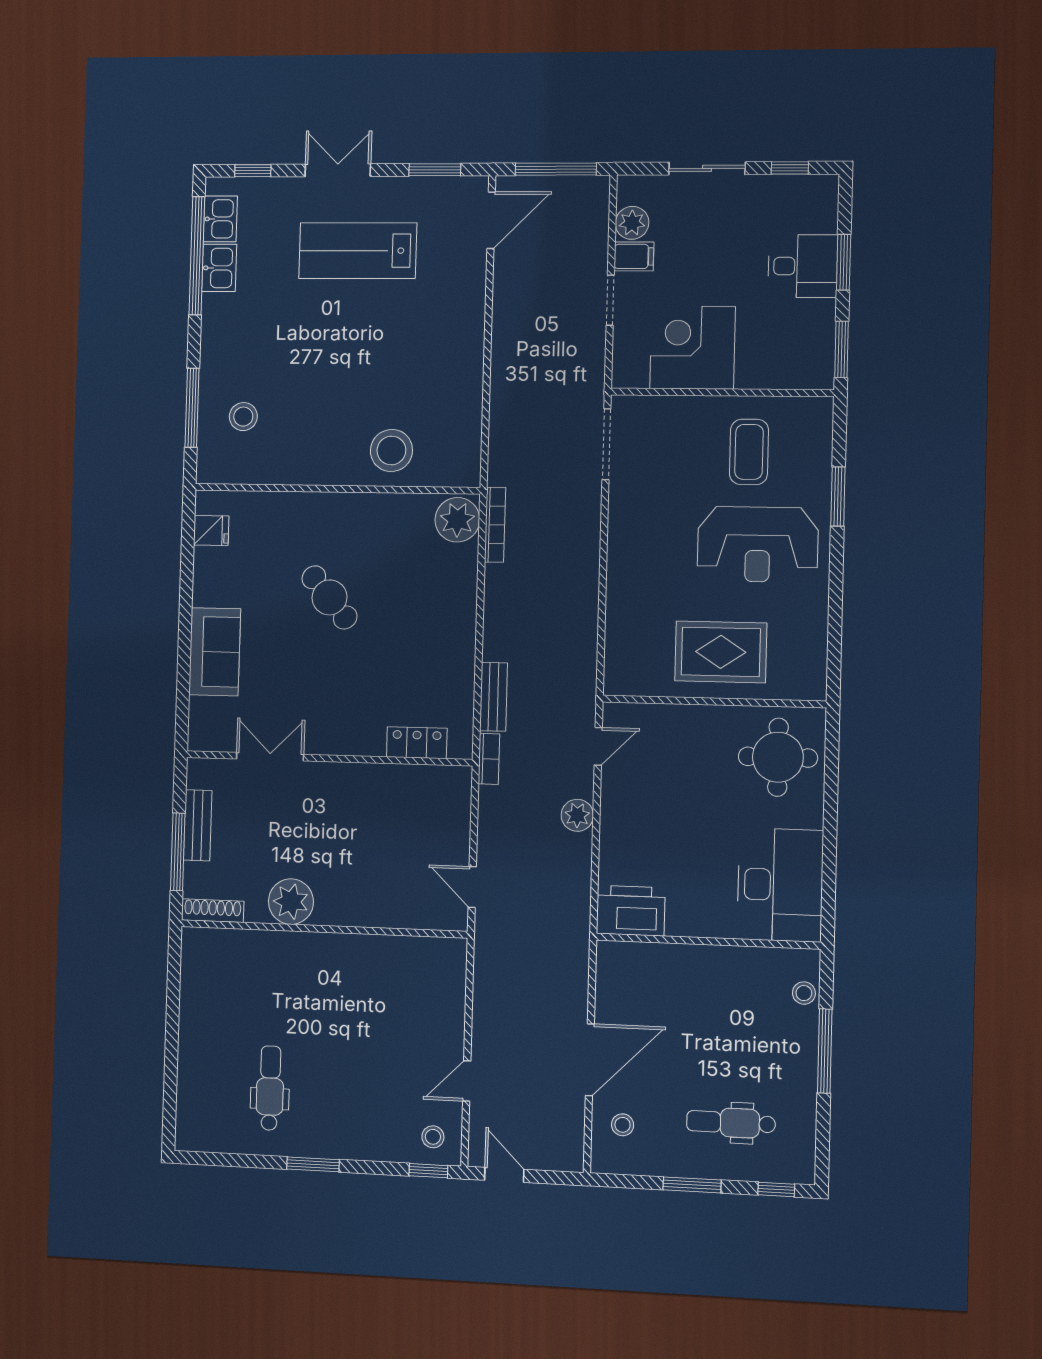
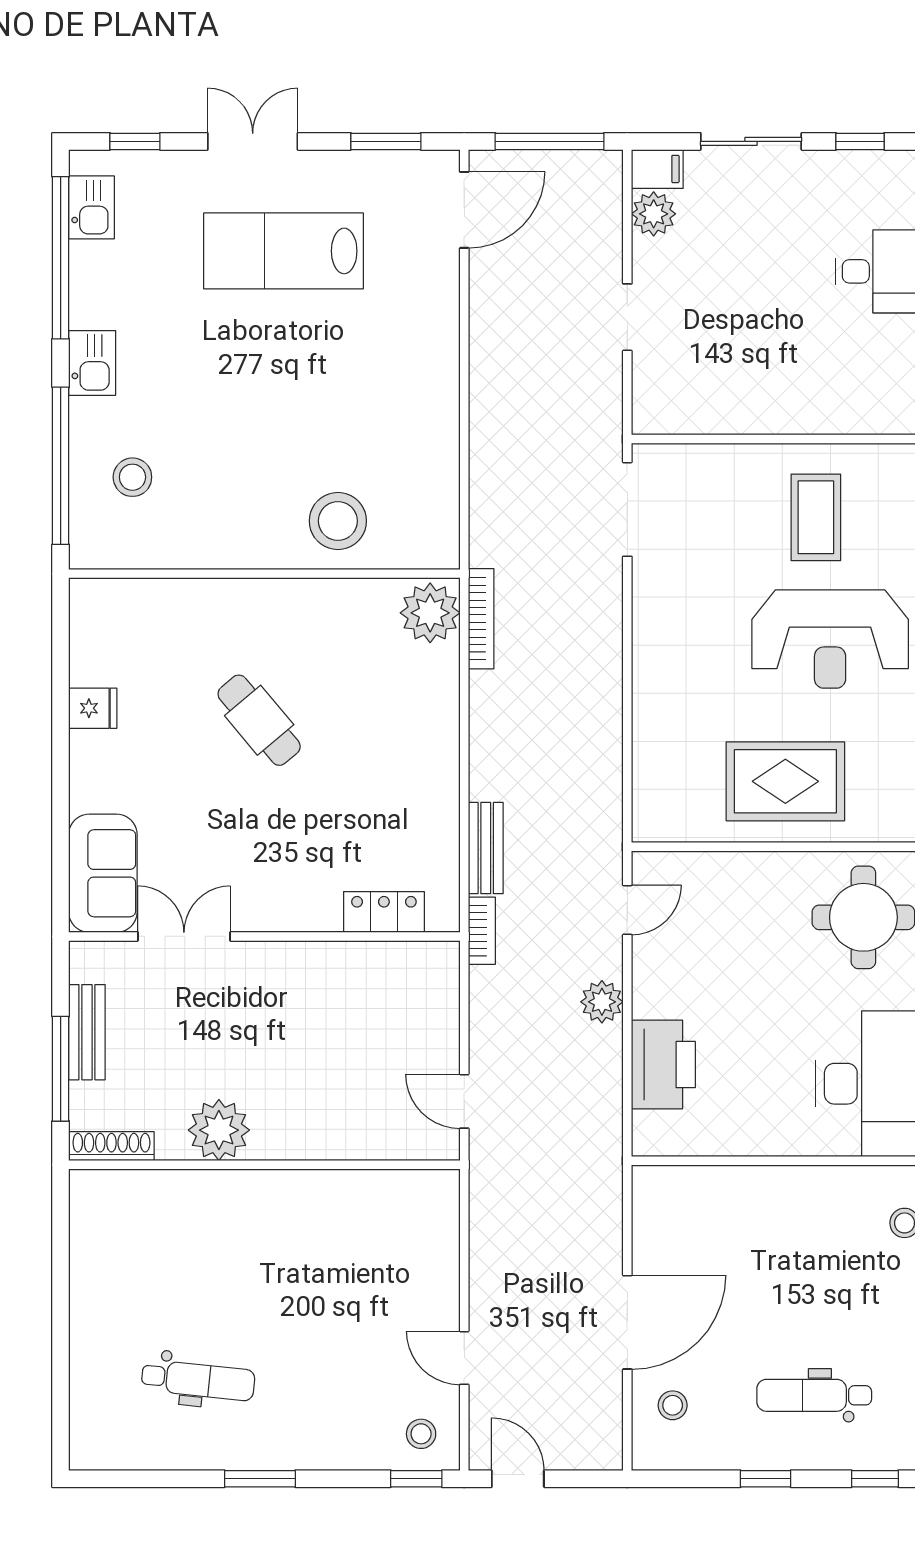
filing cabinet: (634, 256) -> (657, 169), moved
kitchen sink: (219, 268) -> (92, 363), moved
corner desk: (693, 348) -> (738, 380), removed
window: (192, 408) -> (61, 466), width x1.46
fridge: (211, 531) -> (93, 708), moved
sofa: (215, 652) -> (103, 873), moved
printer: (631, 911) -> (663, 1065), moved, turned 90
door: (467, 1081) -> (464, 1358), hinge flipped
dental chair: (270, 1088) -> (198, 1380), turned 96
window: (692, 1185) -> (766, 1479), width x0.67

